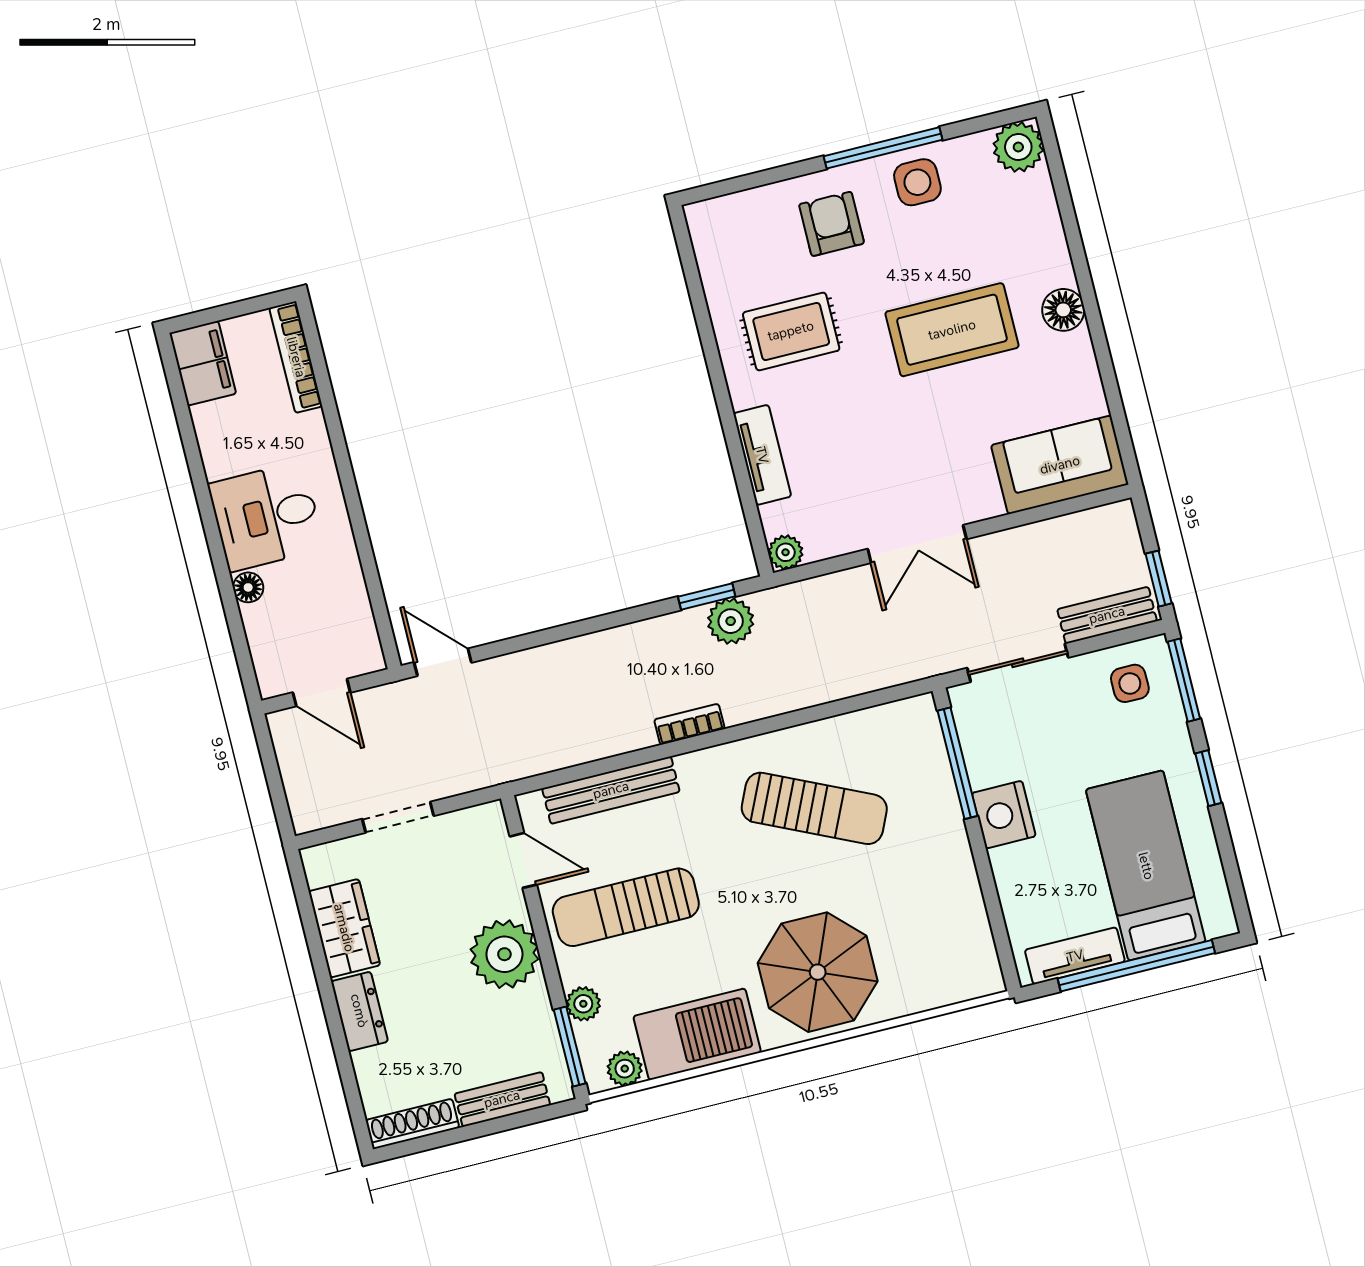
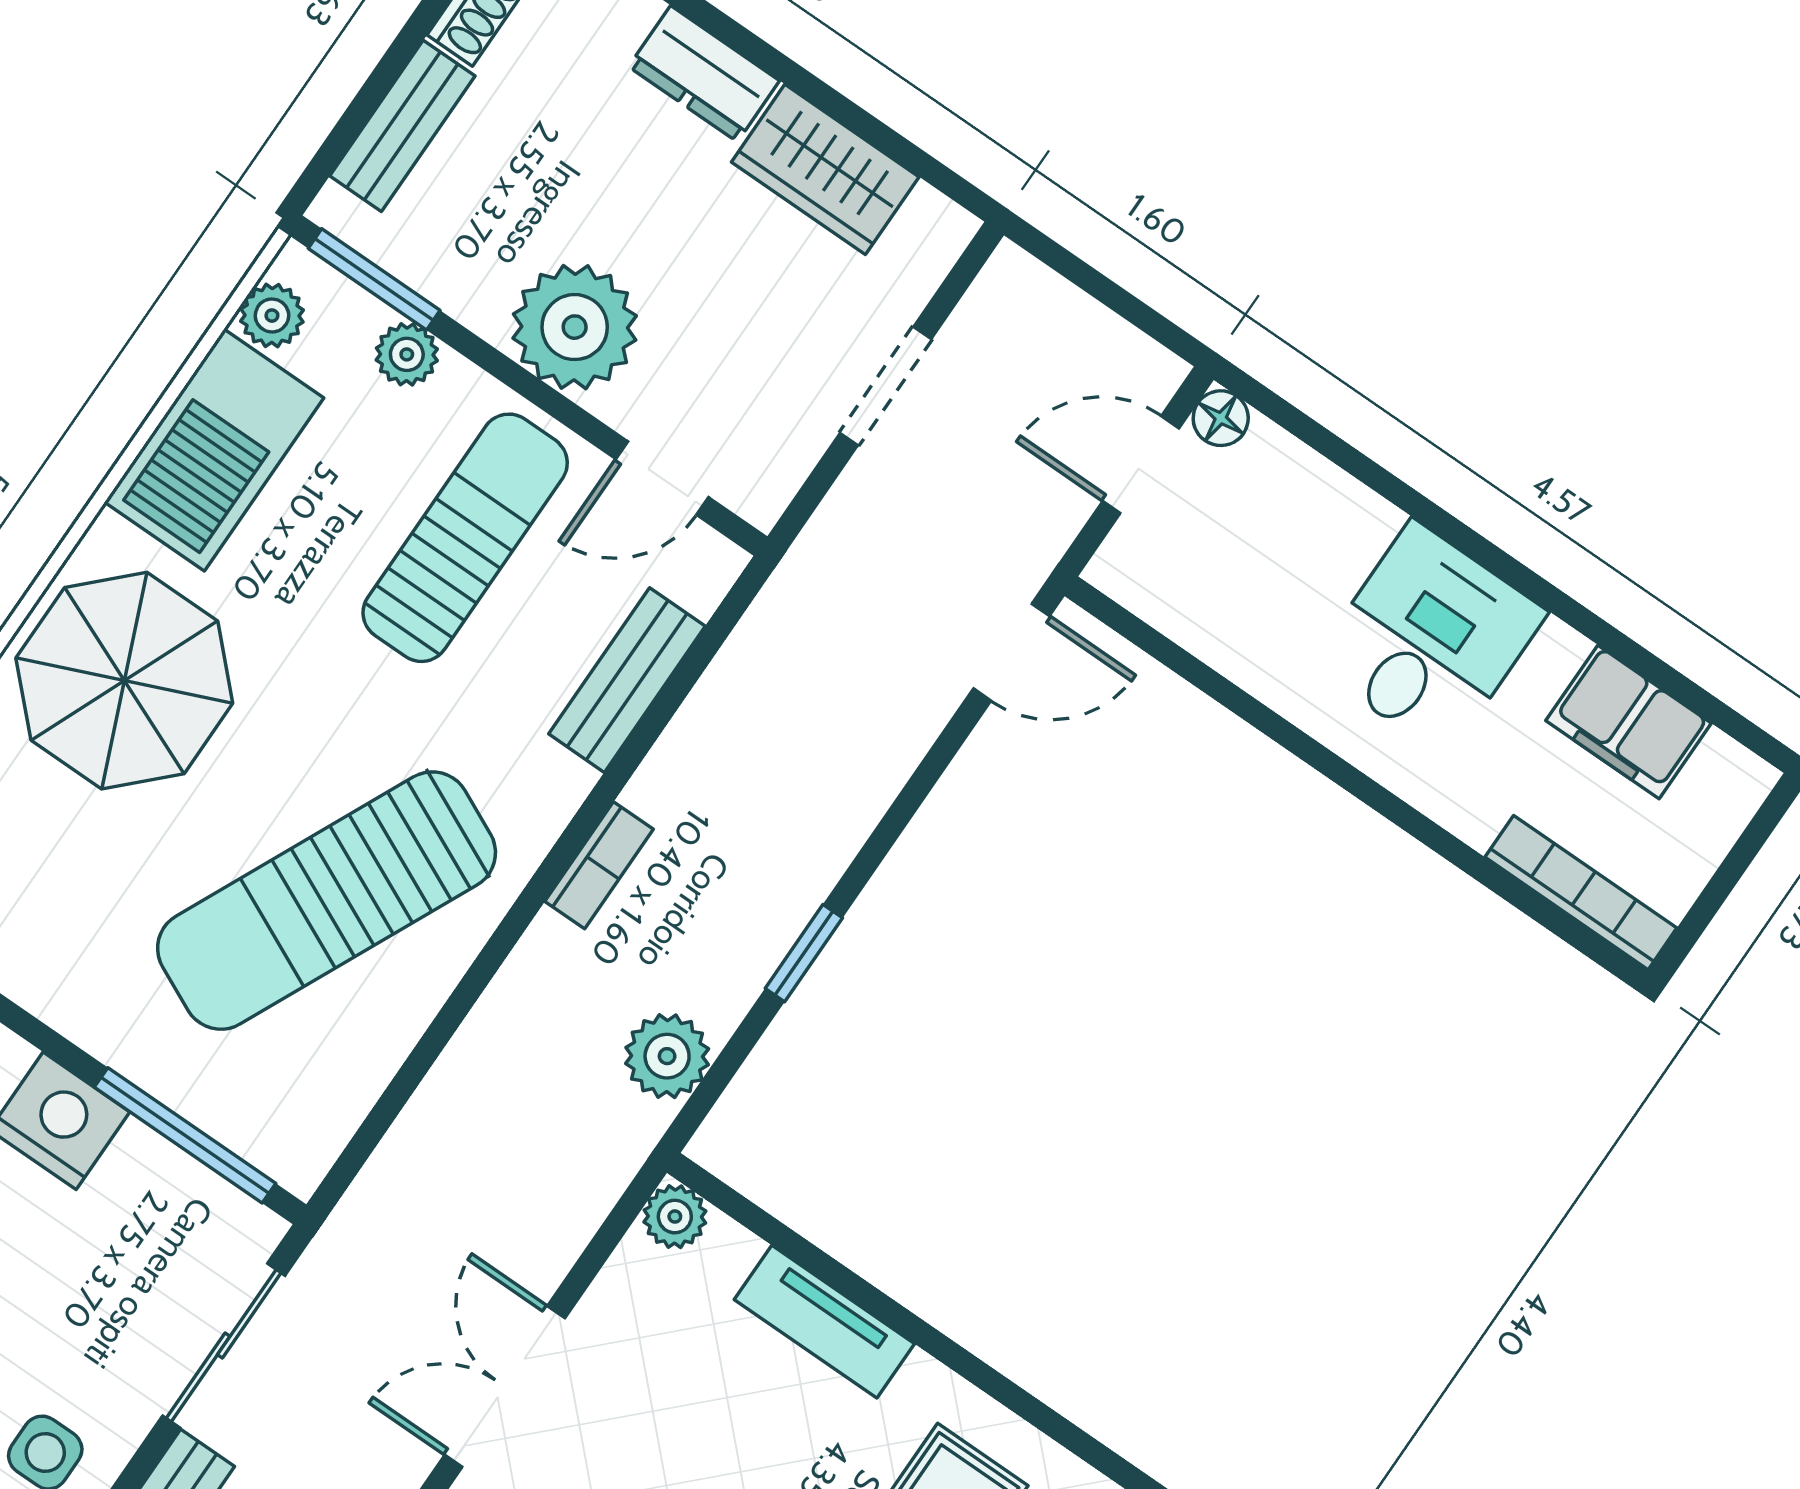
filing cabinet: (203, 363) -> (1628, 722), moved
floor lamp: (248, 587) -> (1221, 418), moved
window: (707, 596) -> (804, 953), moved
bench: (611, 790) -> (627, 680), width x0.73
sun lounger: (814, 808) -> (327, 901), width x1.36, depth x1.34

